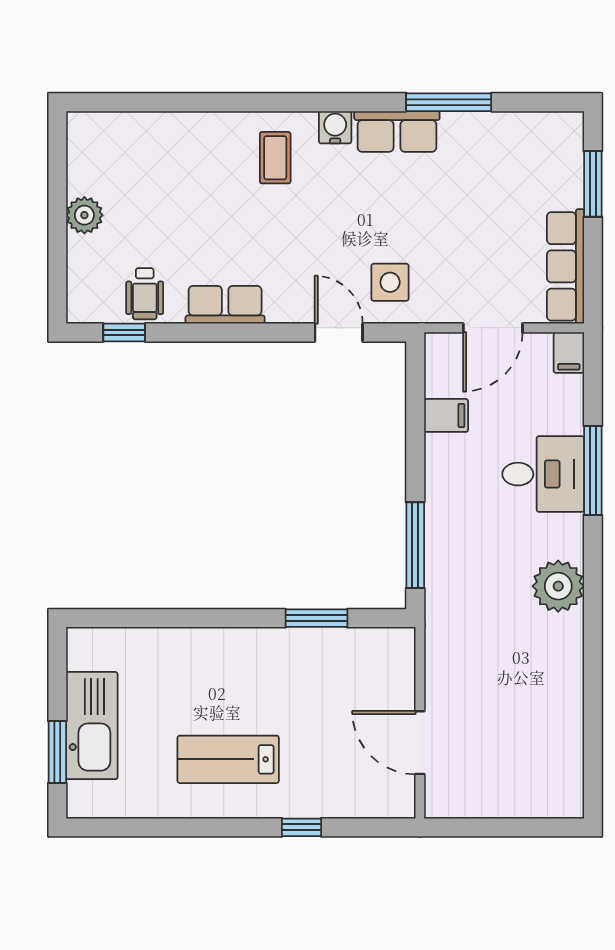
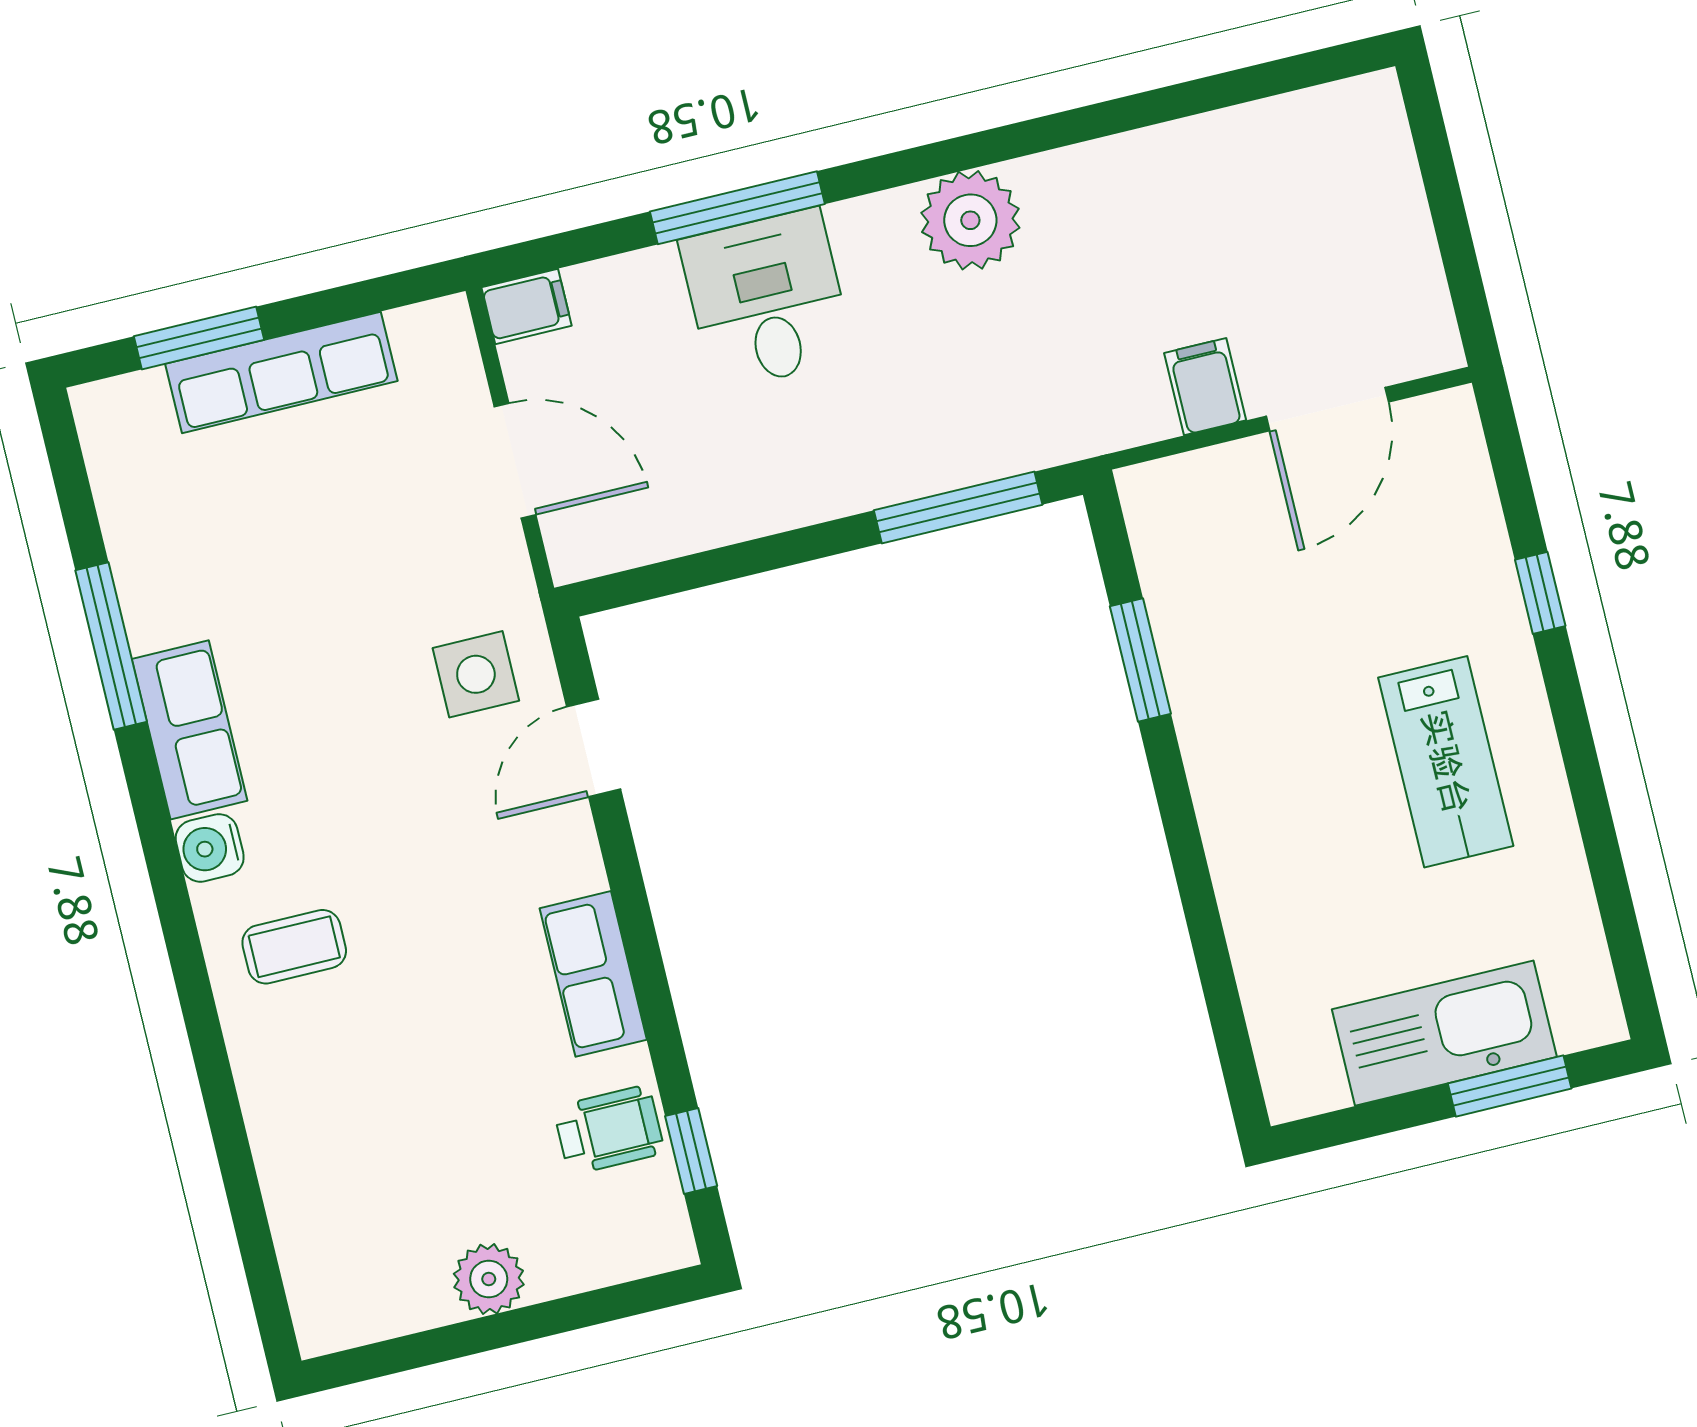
row of seats: (566, 266) -> (281, 372), moved
filing cabinet: (446, 415) -> (1205, 387), moved

